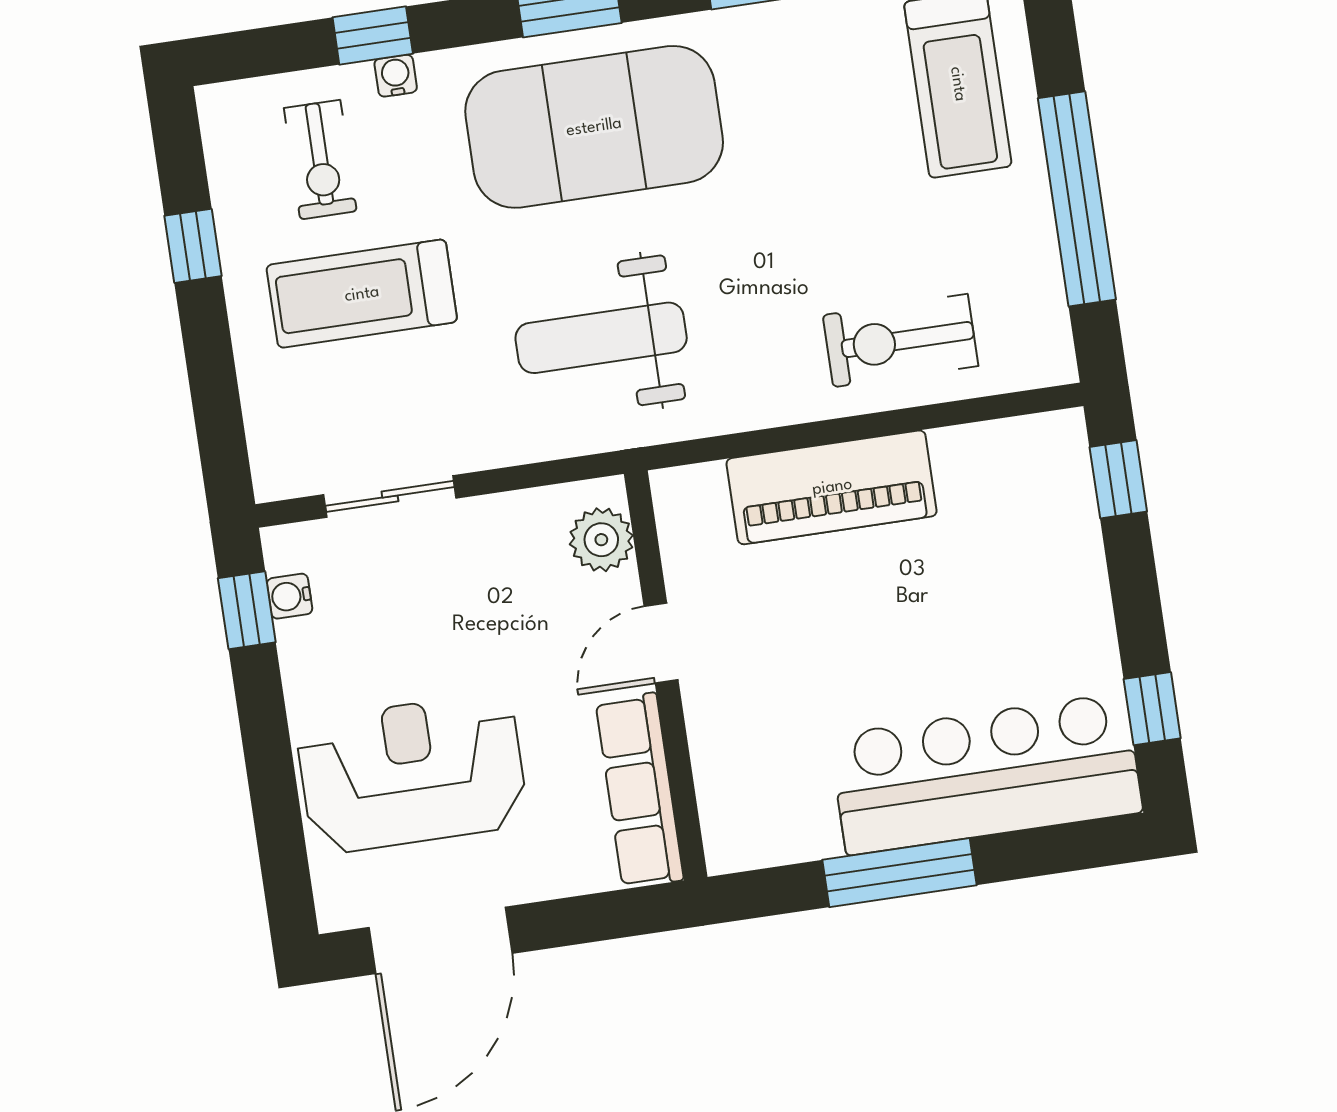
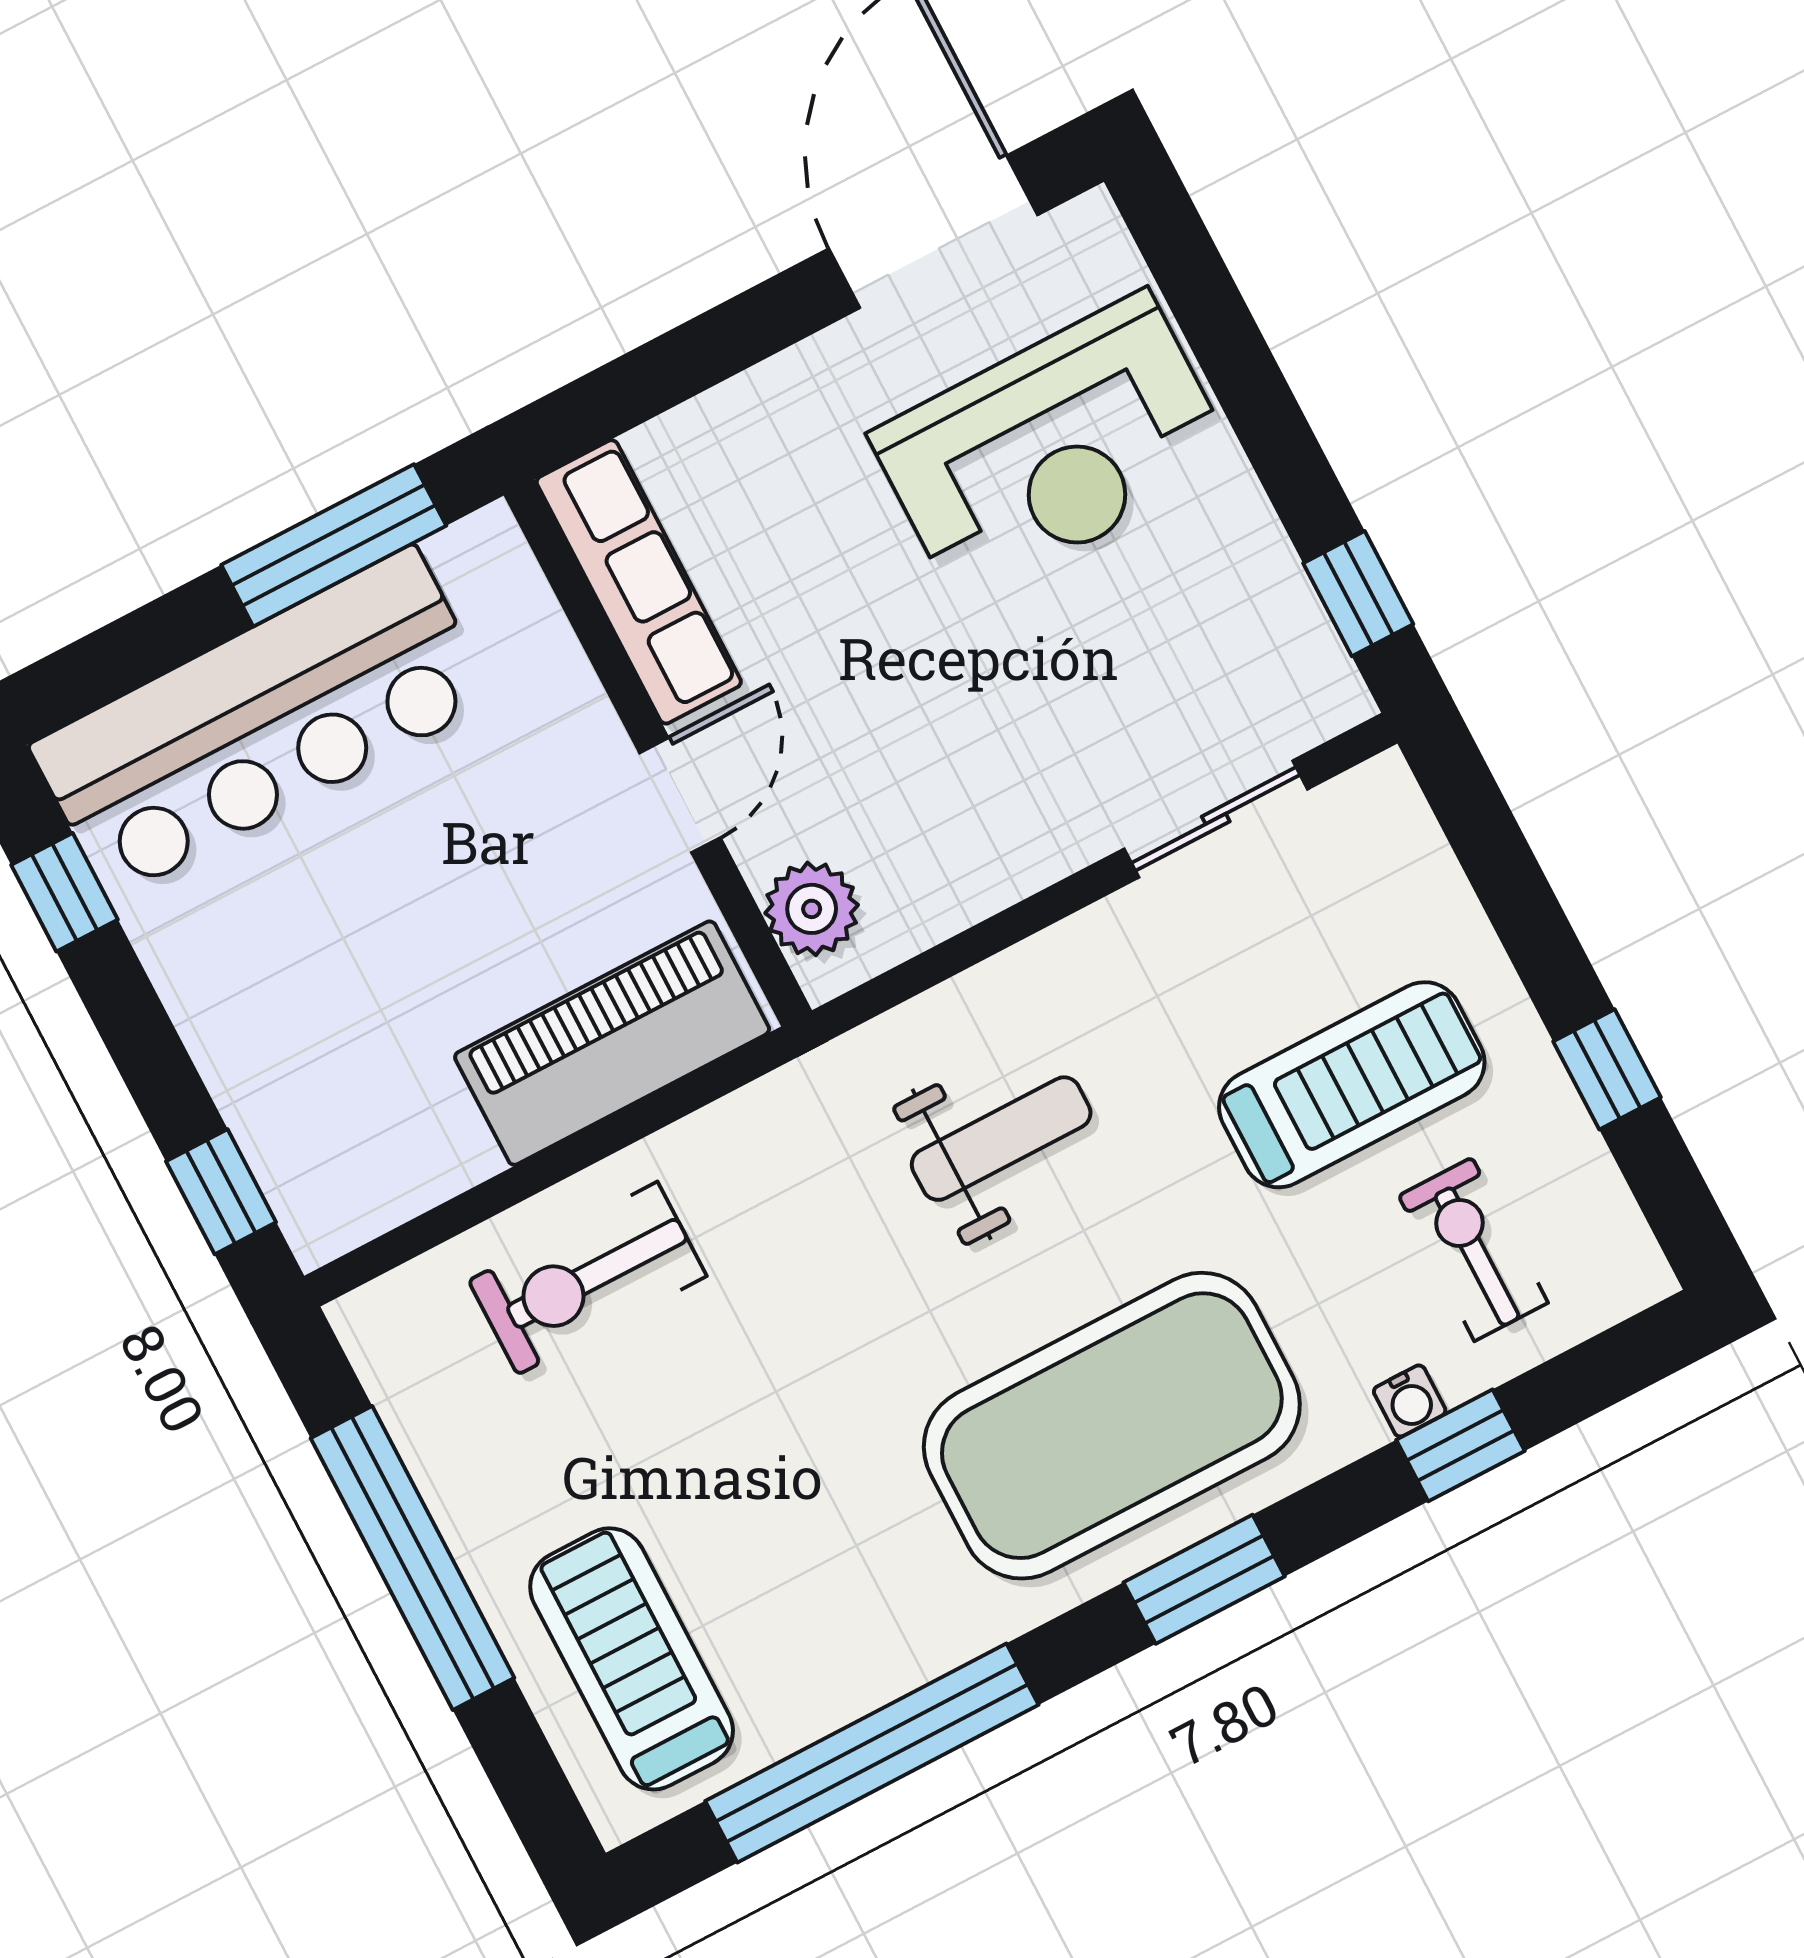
weight bench: (601, 338) -> (1001, 1139), width x0.73, depth x0.75
exercise bike: (900, 341) -> (588, 1278), turned 180
plant: (601, 540) -> (812, 909), moved
water cooler: (290, 596) -> (1306, 633), removed
door: (661, 643) -> (680, 795), moved
wall: (666, 675) -> (658, 753), moved
row of seats: (640, 791) -> (639, 582), moved

